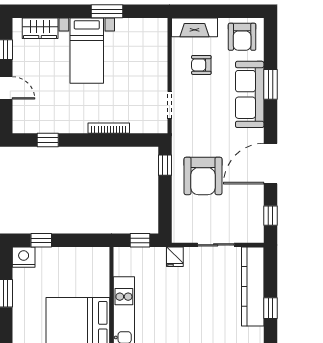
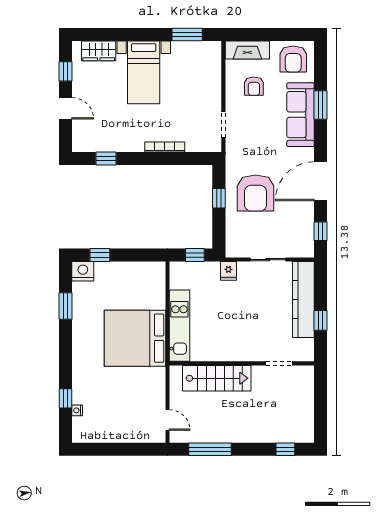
window: (107, 11) -> (187, 35), moved
armchair: (201, 65) -> (254, 86), turned -90
window: (165, 165) -> (219, 198), moved

